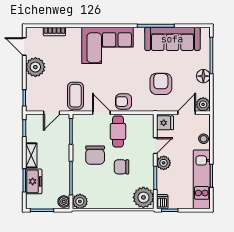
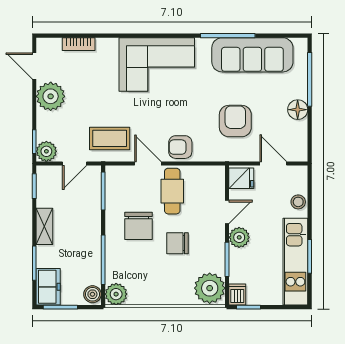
coffee table: (75, 96) -> (110, 138), turned 90
plant: (203, 104) -> (46, 151), moved
door: (187, 113) -> (273, 164), hinge flipped
freezer: (34, 181) -> (48, 287), moved

